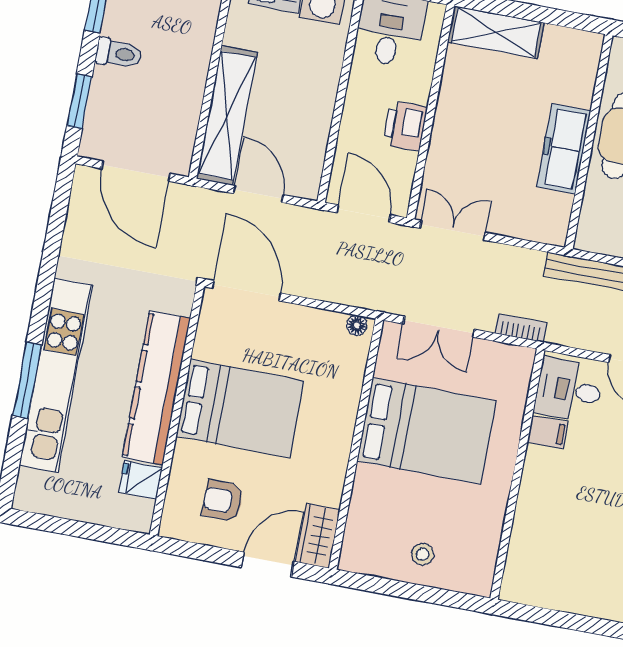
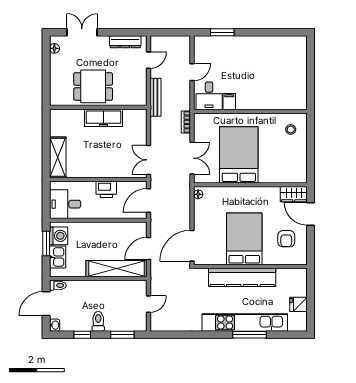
door: (136, 171) -> (148, 304), width x0.53
fridge: (141, 480) -> (299, 304), moved, turned 90
stool: (423, 554) -> (291, 129), moved

